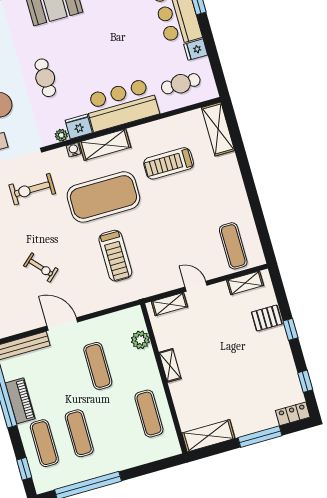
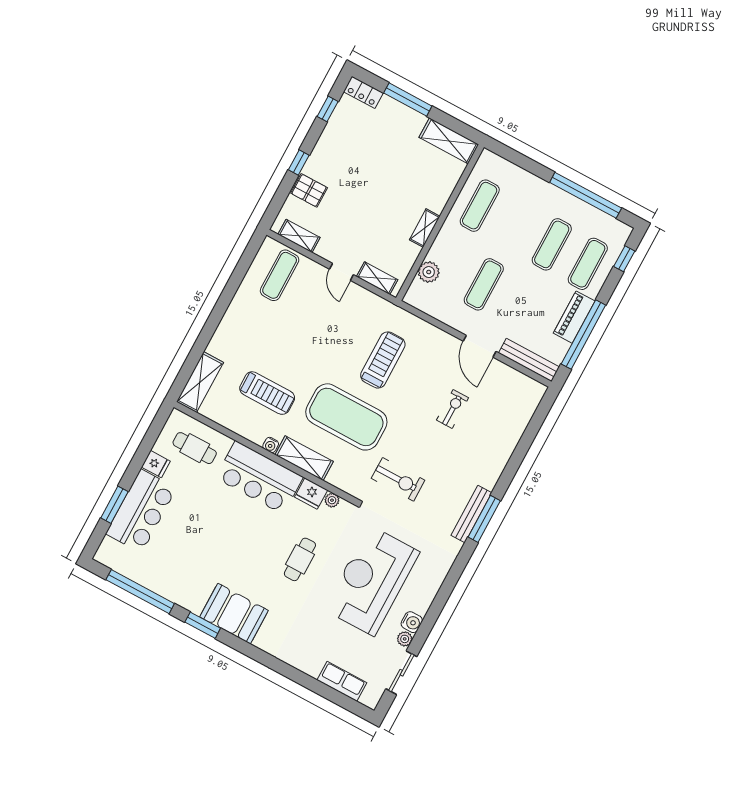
water cooler: (74, 150) -> (271, 445), moved
exercise bike: (41, 268) -> (453, 409), turned 42

